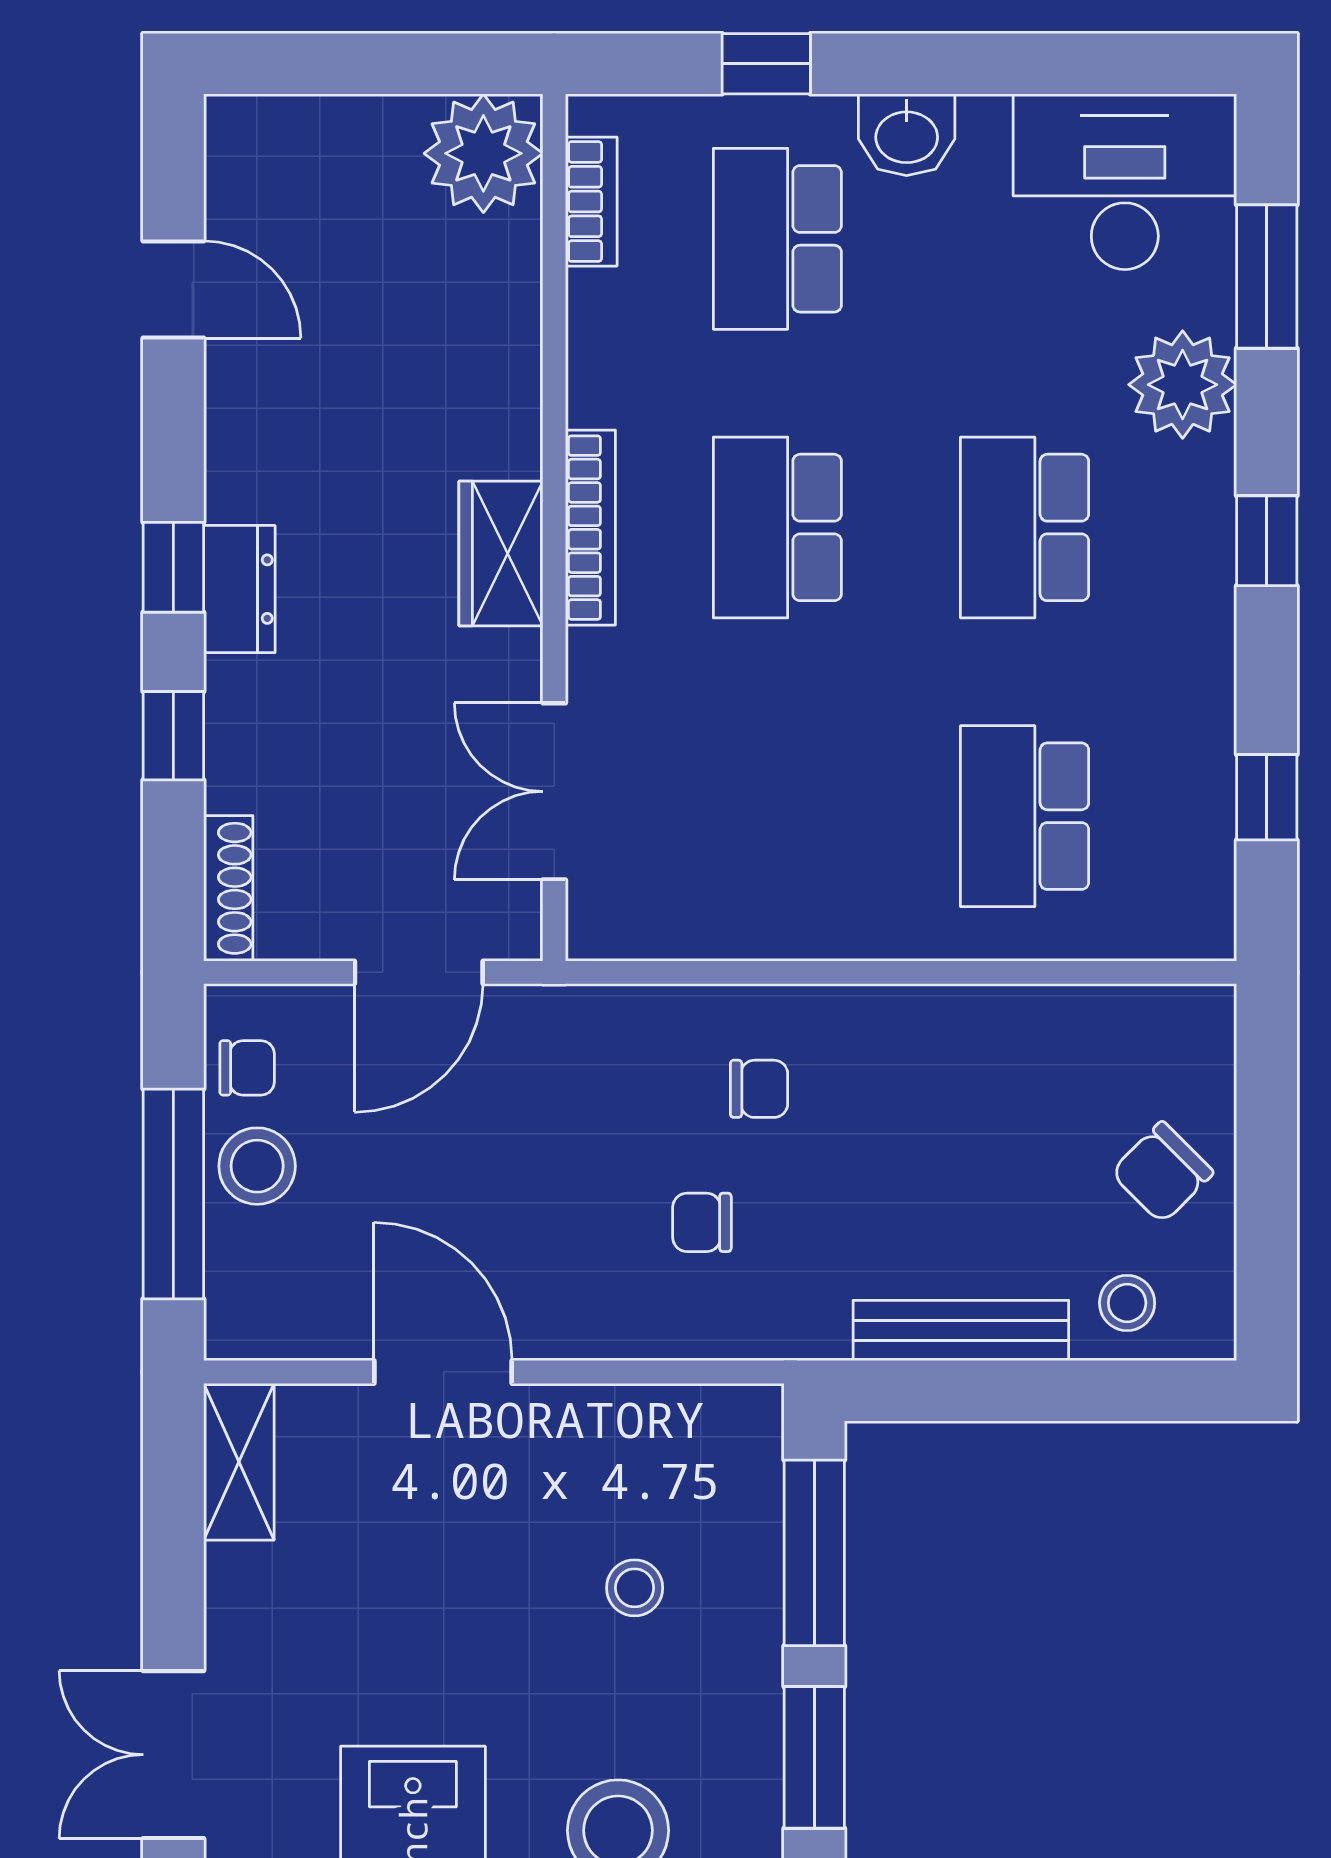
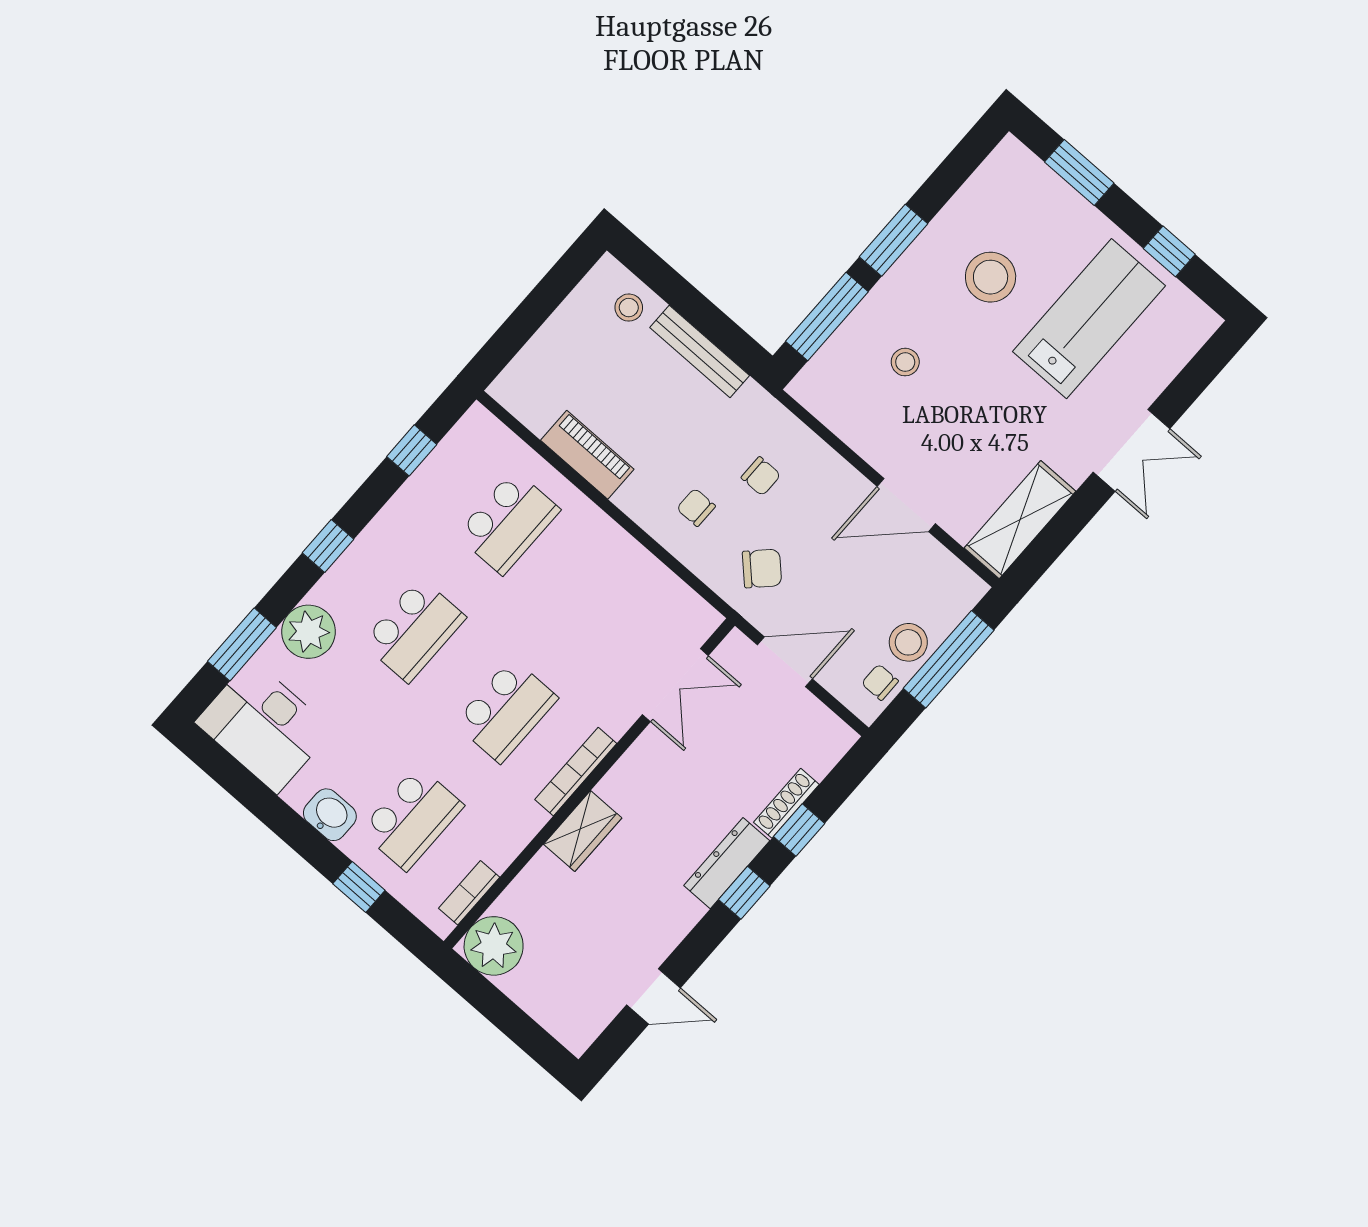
door: (173, 289) -> (654, 996), swing flipped
wardrobe: (501, 554) -> (583, 831), moved
dresser: (239, 589) -> (727, 863), width x1.44
shoe rack: (228, 888) -> (786, 803), moved
piano: (994, 1024) -> (587, 455), added
chair: (1162, 1172) -> (762, 568), moved
door: (443, 1372) -> (906, 505), hinge flipped
shelving: (239, 1462) -> (1020, 520), width x1.50, depth x1.33

